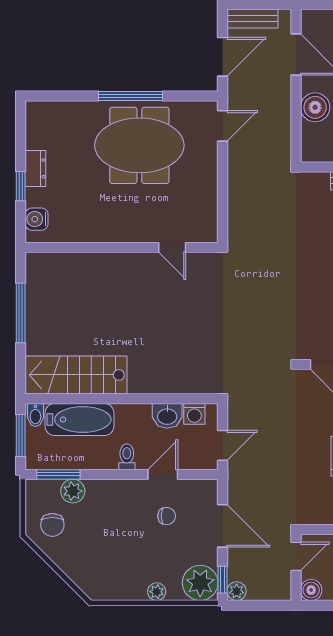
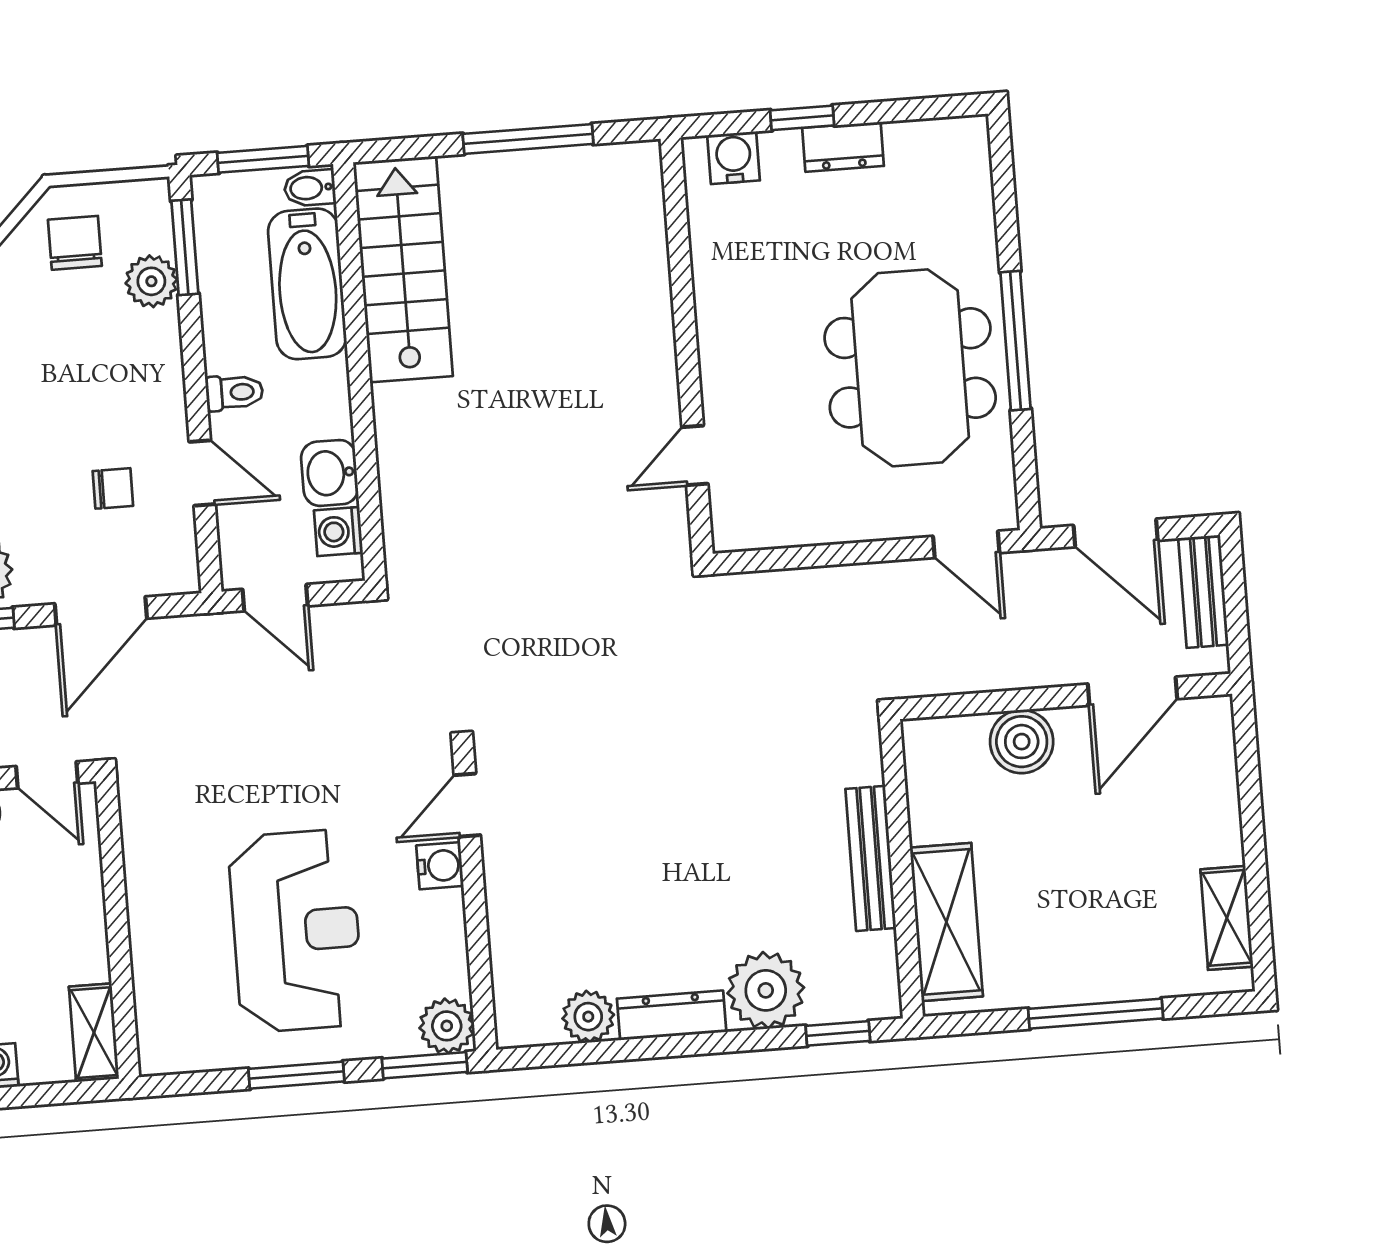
chair: (167, 516) -> (113, 488), turned -90
chair: (52, 525) -> (75, 243), turned 90

